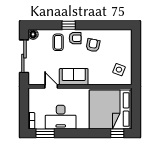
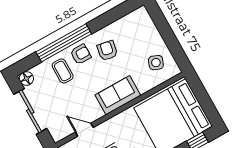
window: (69, 25) -> (64, 43), width x3.17
sofa: (74, 77) -> (118, 95), moved

